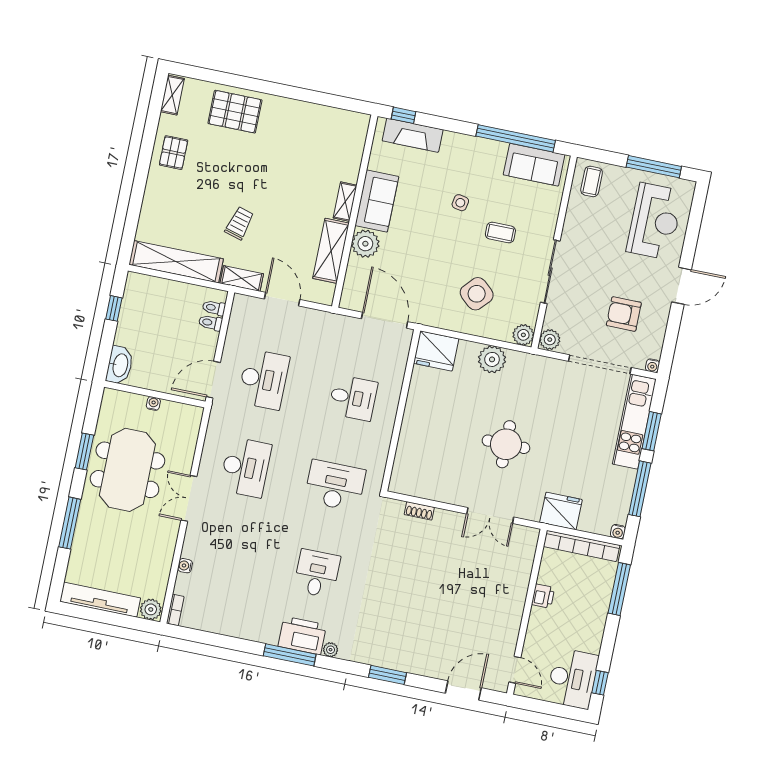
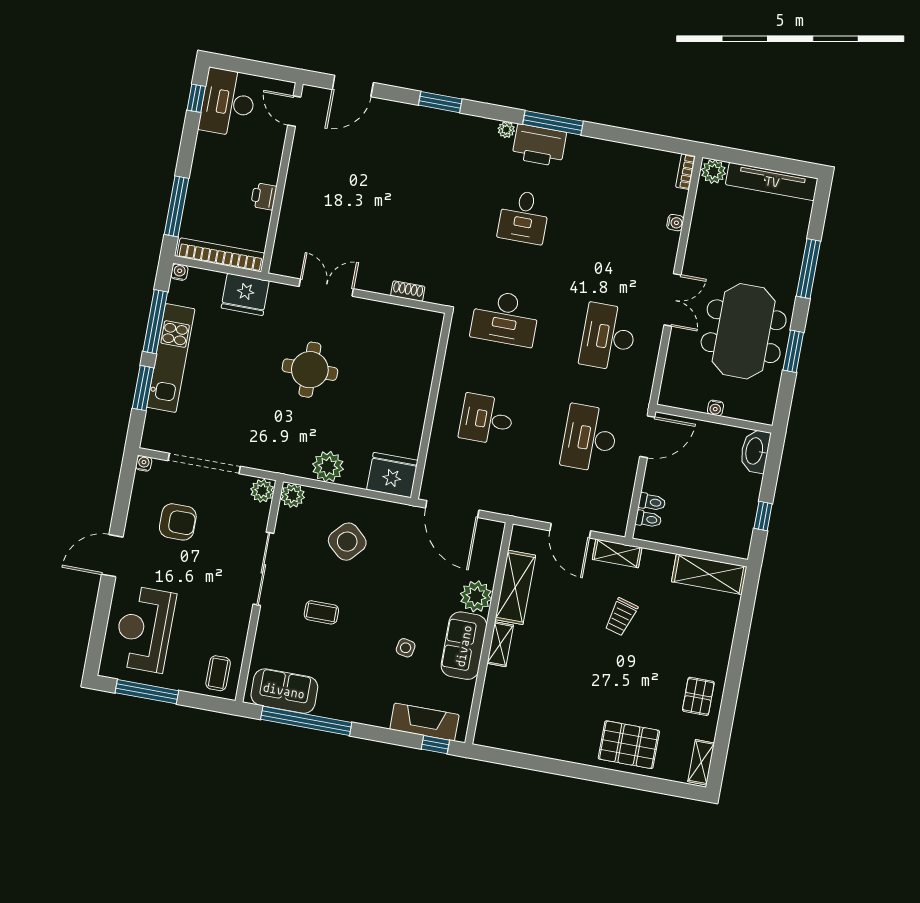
side table: (460, 203) -> (406, 648), moved
shelving: (176, 262) -> (709, 574), width x0.68
kitchen unit: (634, 422) -> (171, 358), moved

